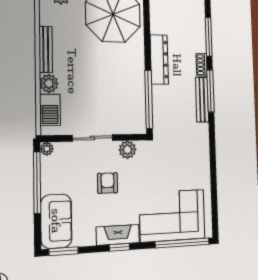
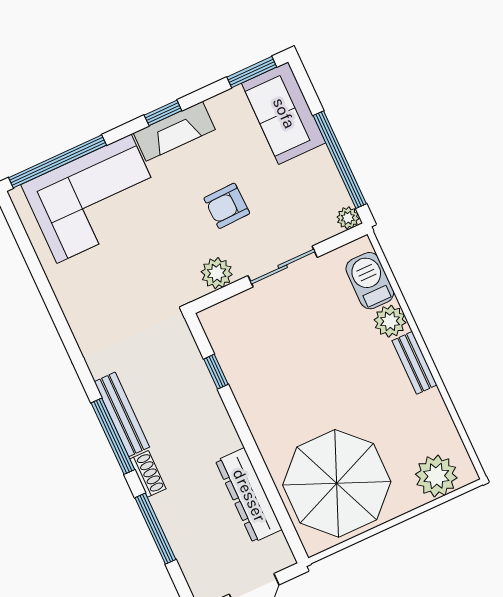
bench: (46, 49) -> (414, 363), width x0.73
dresser: (159, 59) -> (249, 495), moved
window: (149, 99) -> (216, 372), width x0.32
armchair: (108, 183) -> (227, 206), turned 88

